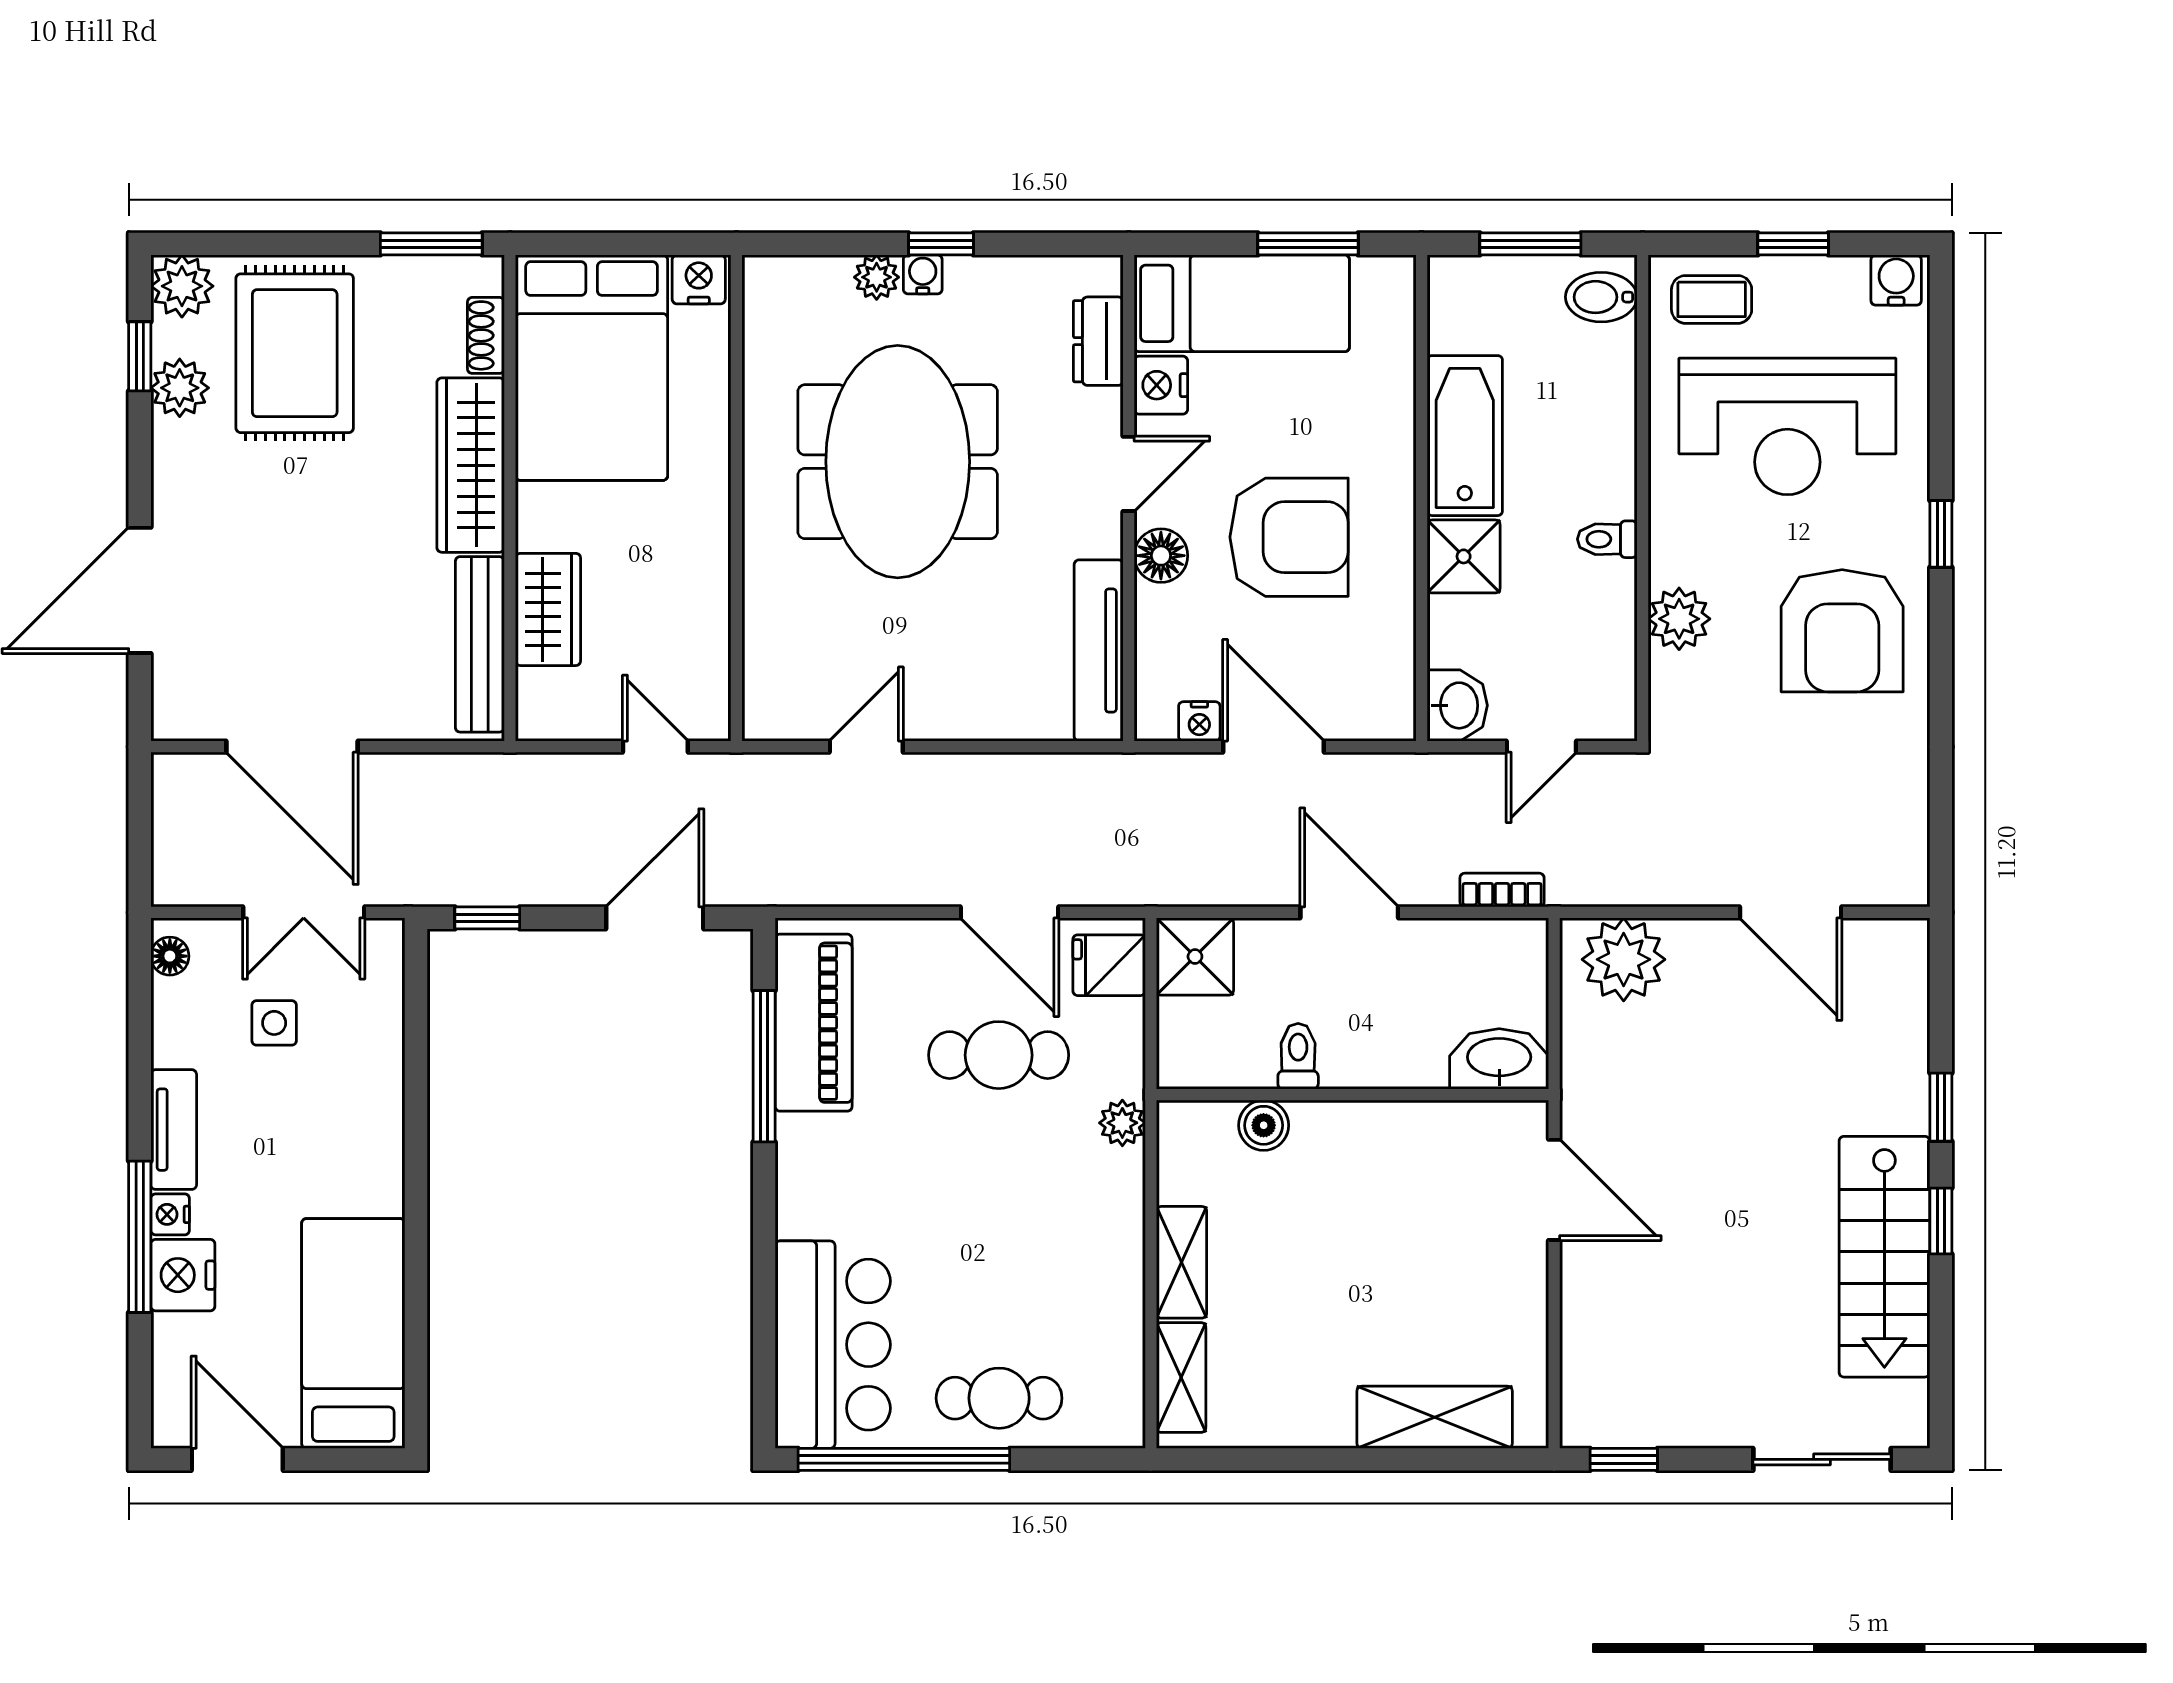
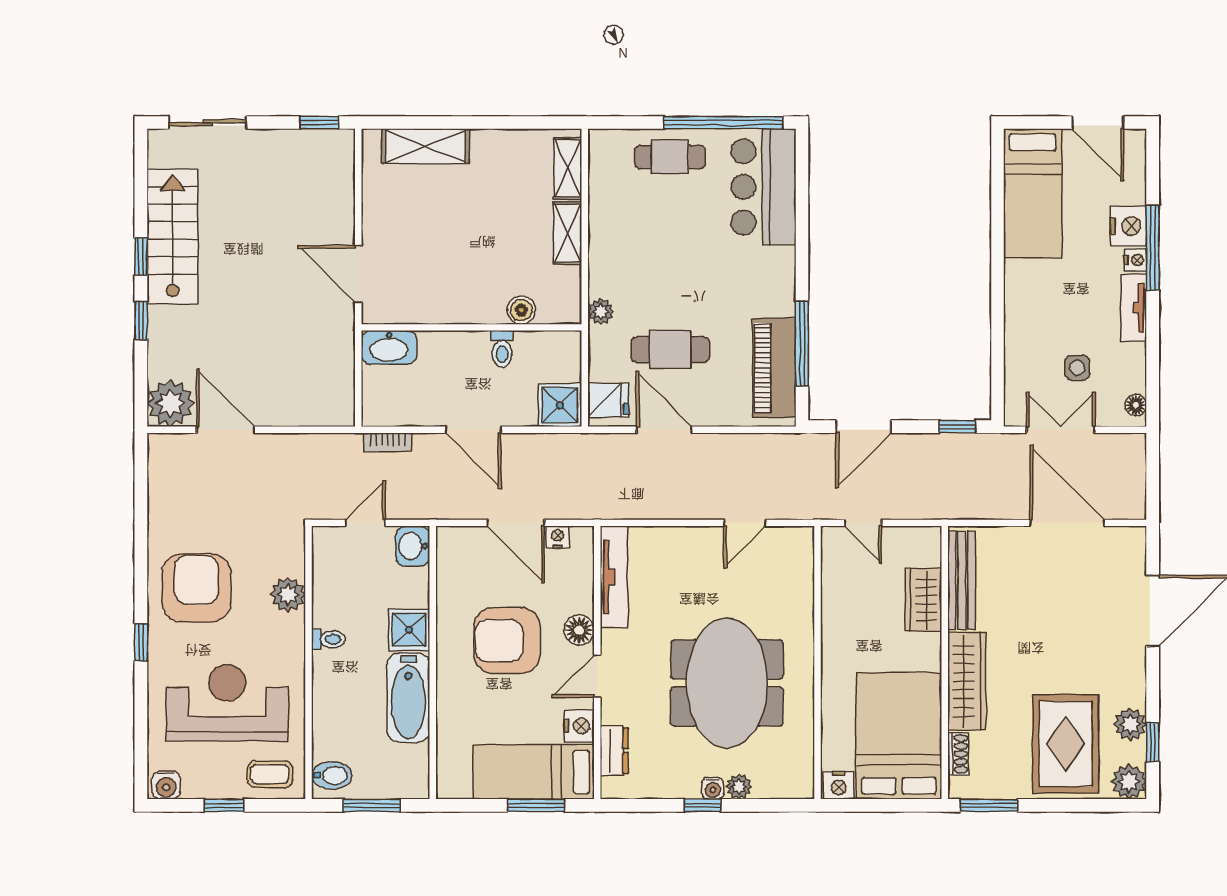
window: (1308, 244) -> (536, 805), moved
plant: (1624, 959) -> (170, 403), moved

